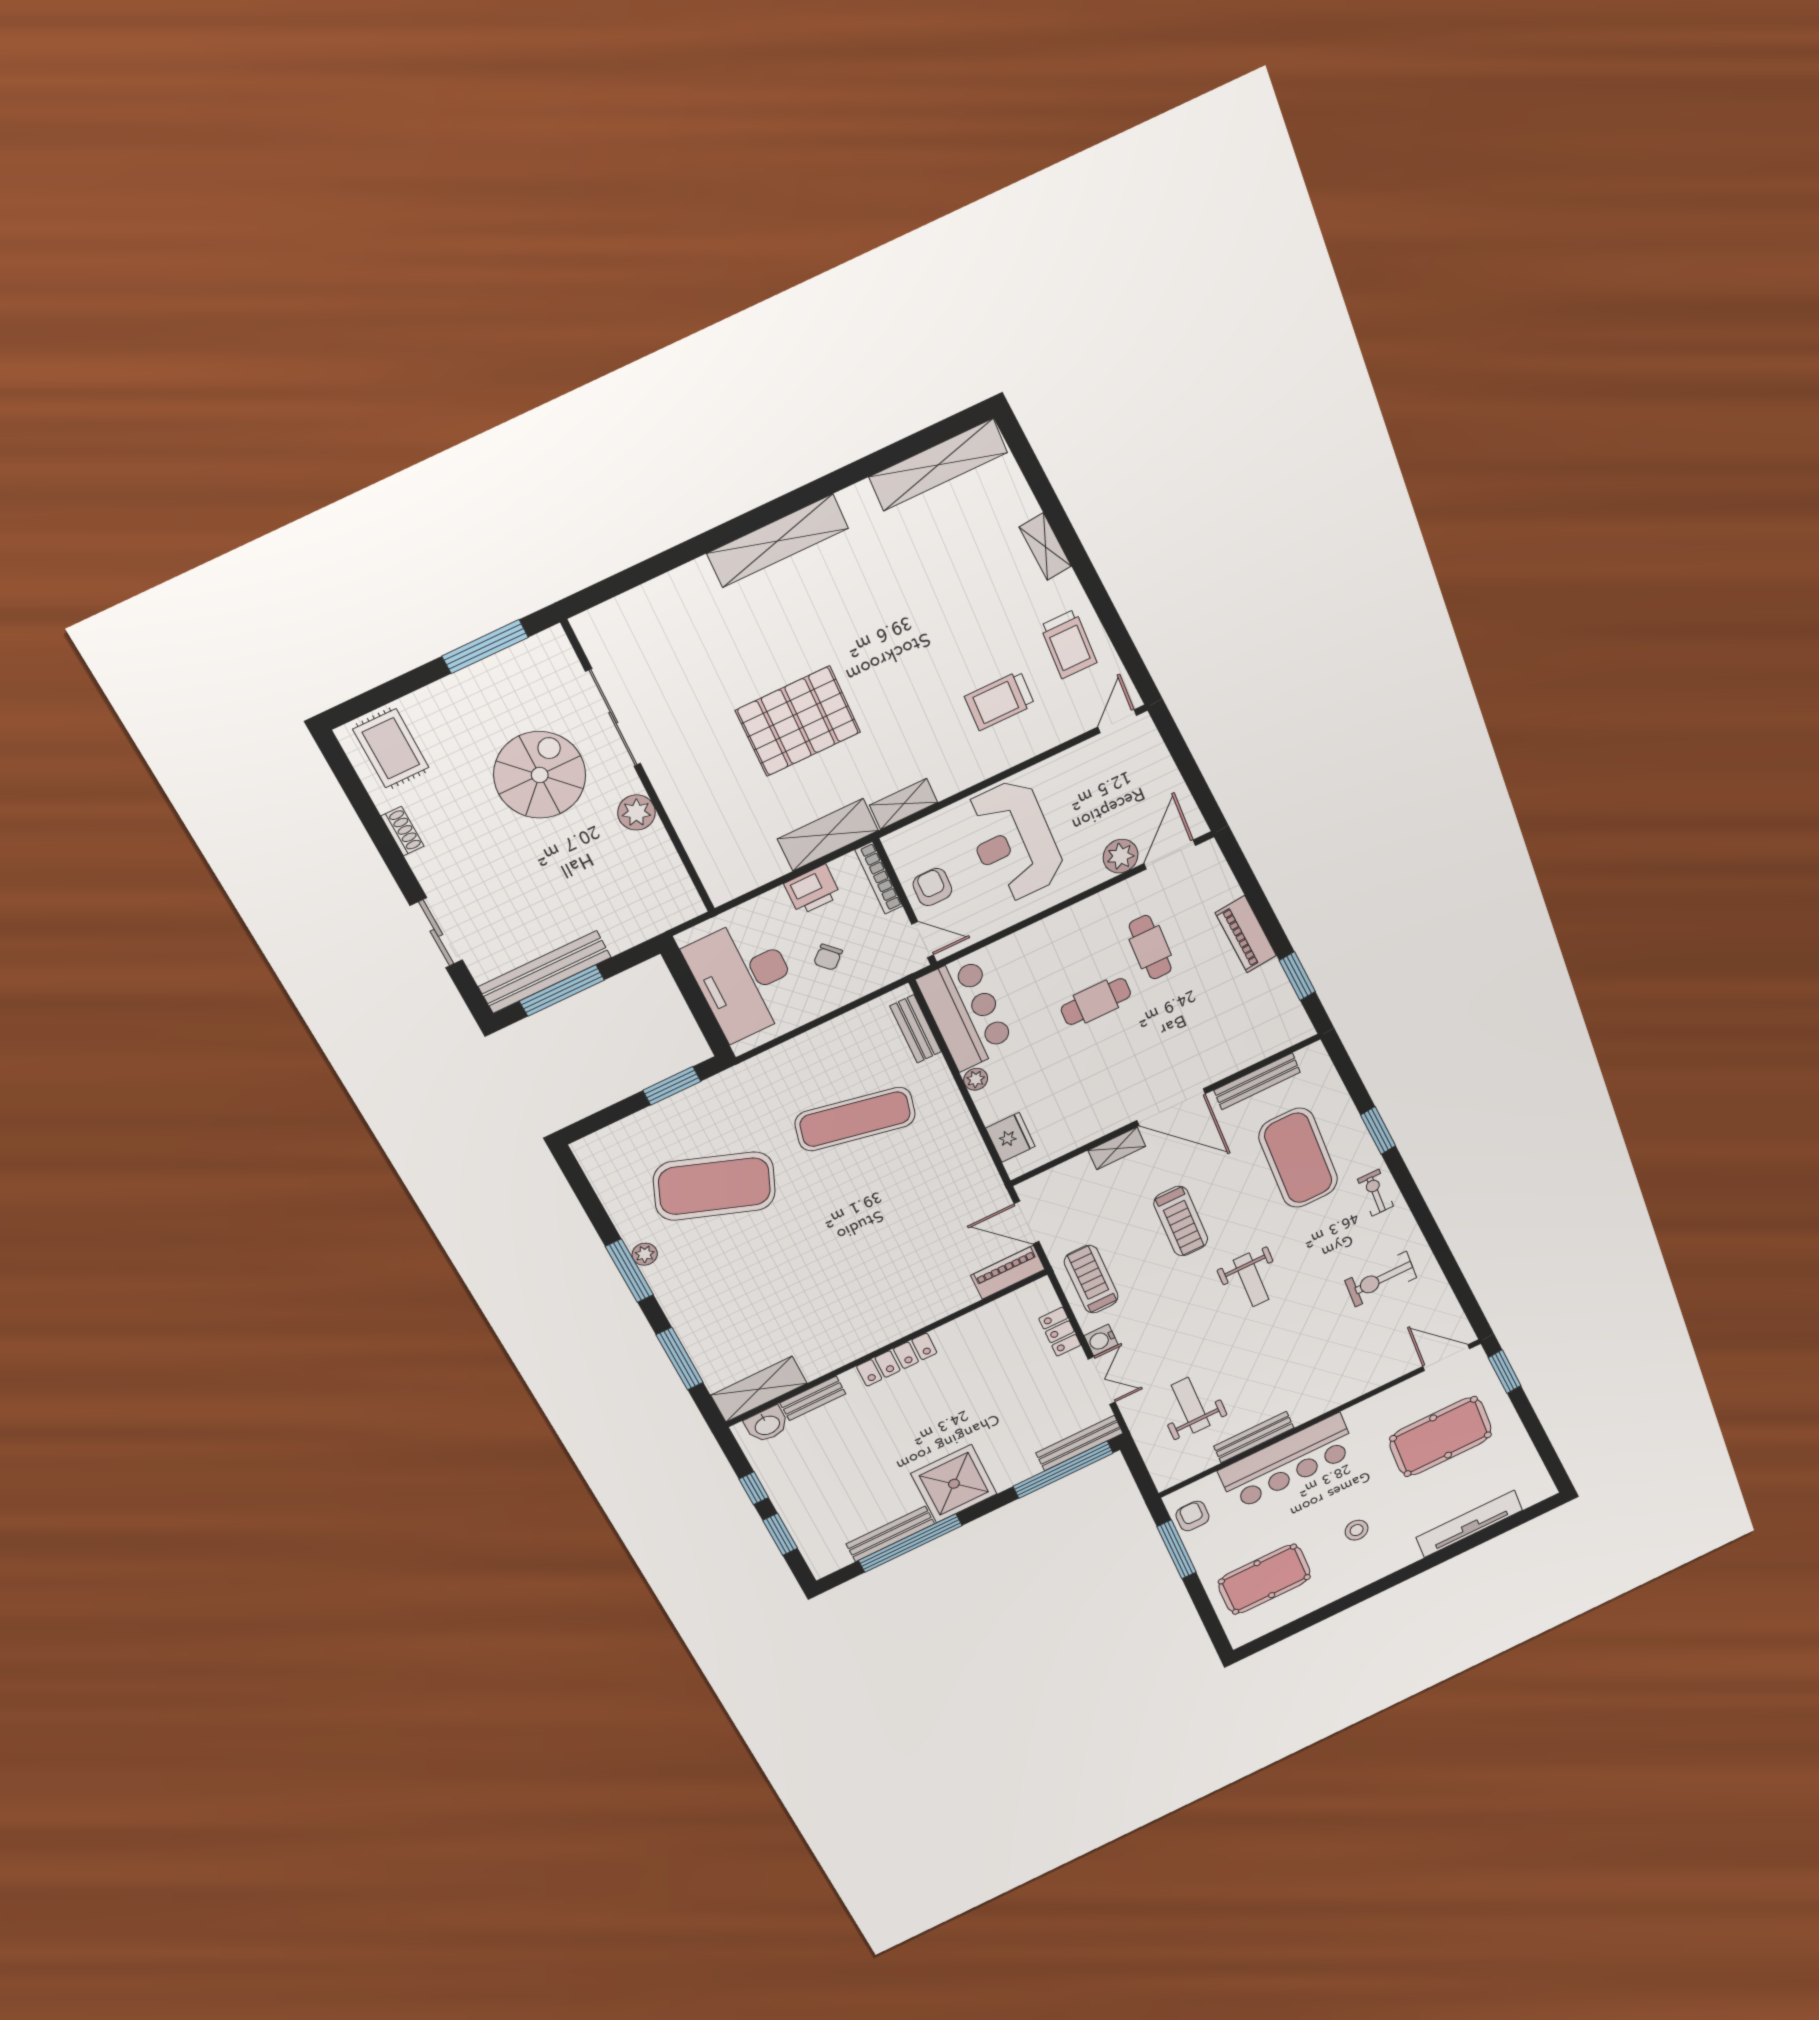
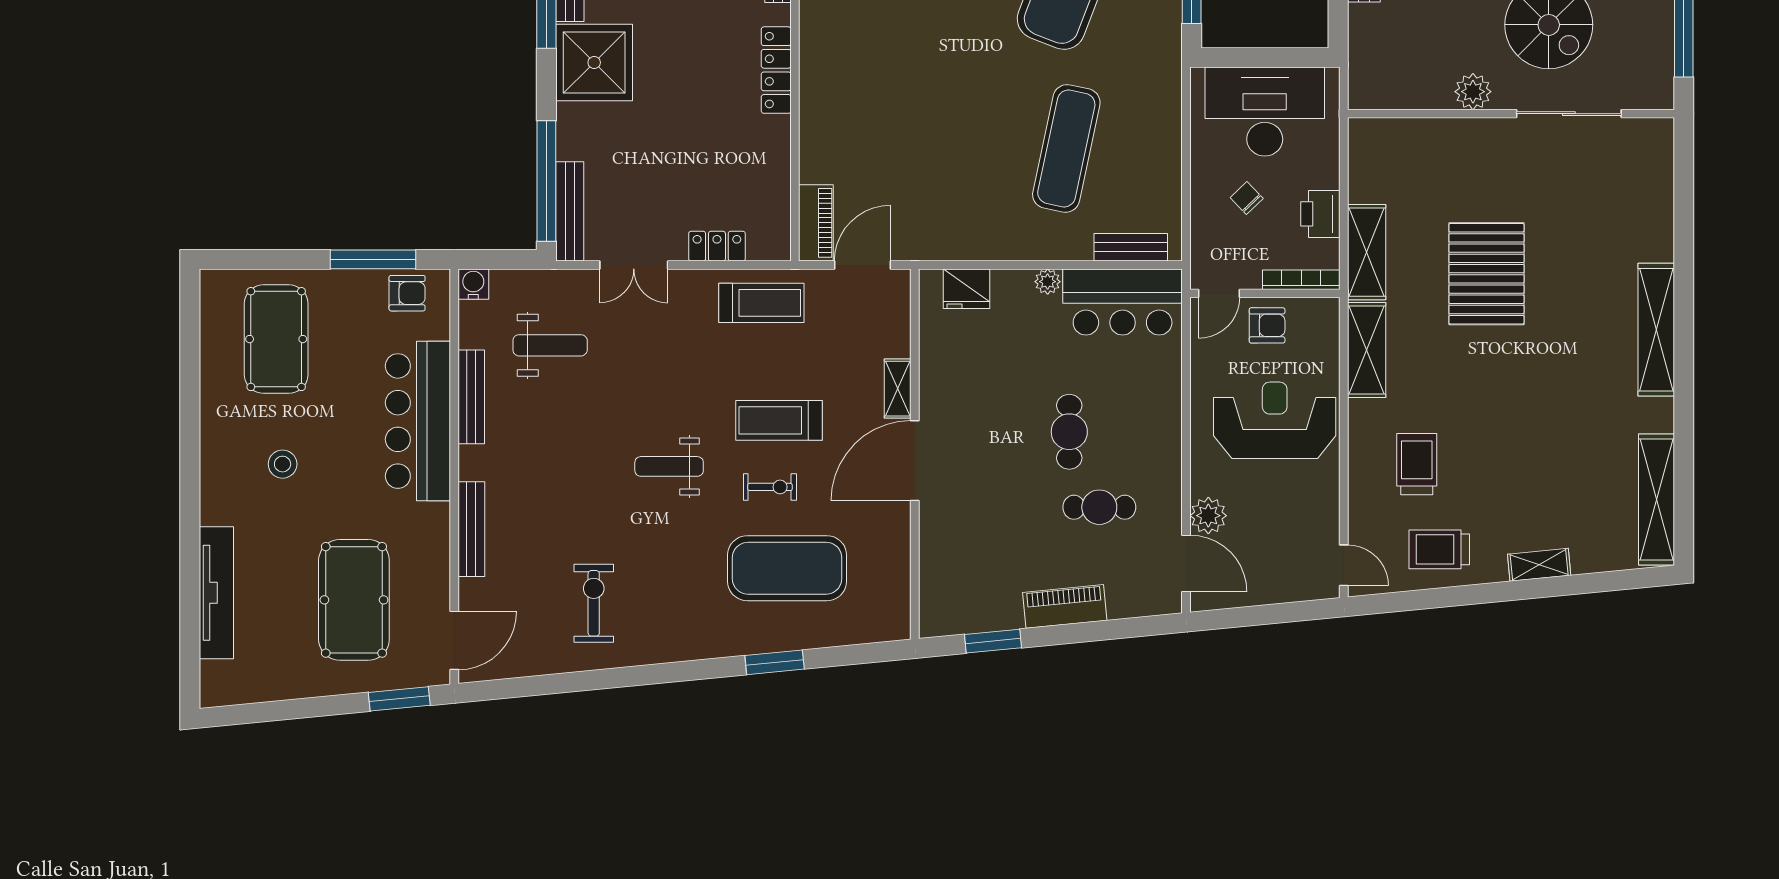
shelving: (904, 804) -> (1367, 350), width x1.50, depth x1.33
bench: (1257, 1081) -> (471, 529), moved
exercise bike: (1375, 1193) -> (770, 487), moved
water cooler: (1101, 1340) -> (473, 284), moved

